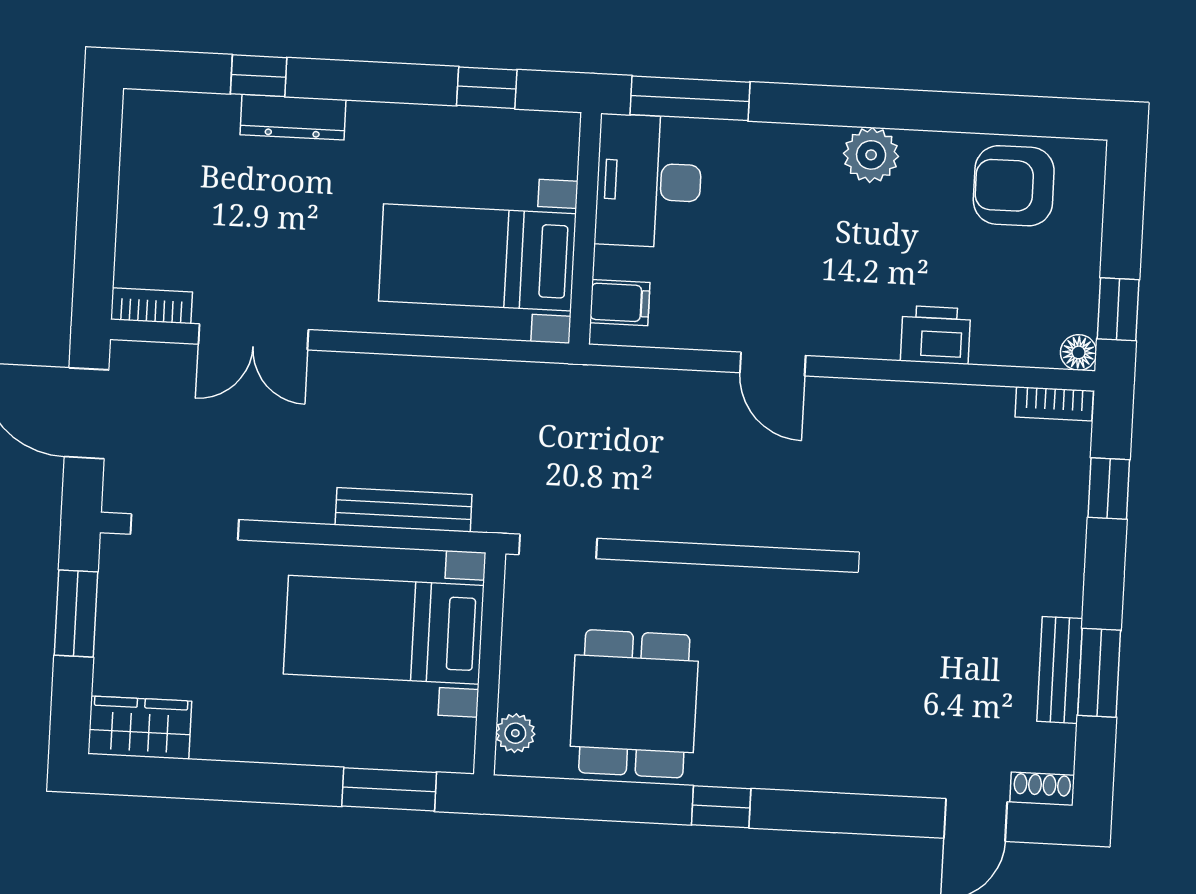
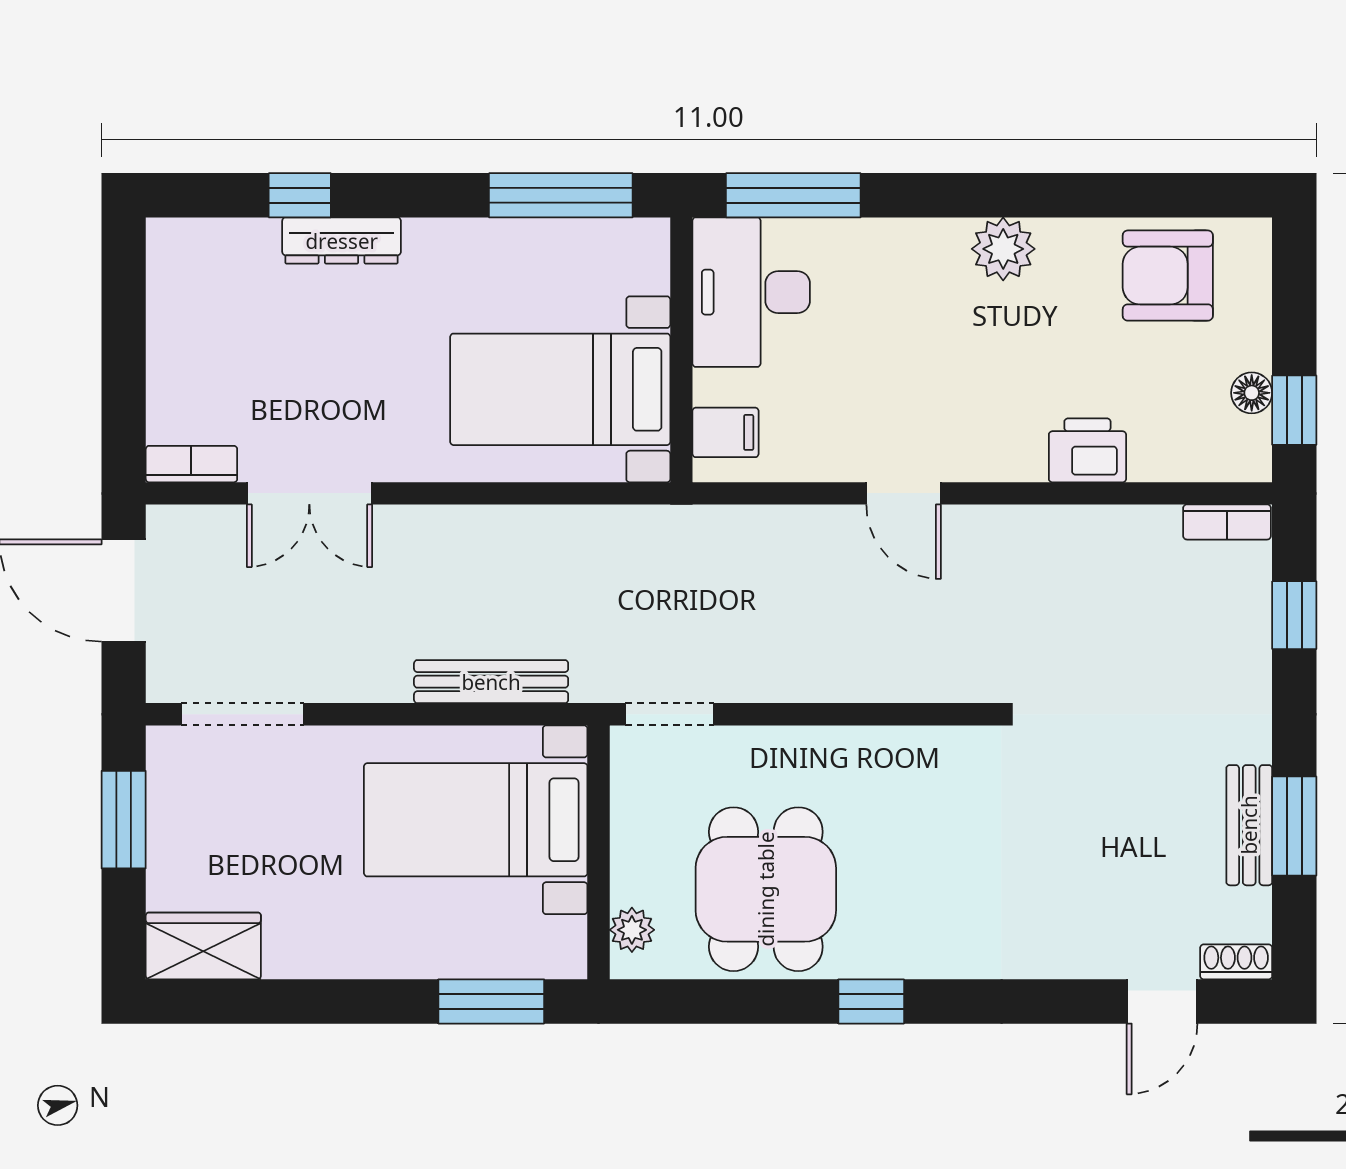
window: (487, 88) -> (561, 195), width x2.17
floor lamp: (1079, 352) -> (1252, 393), moved

